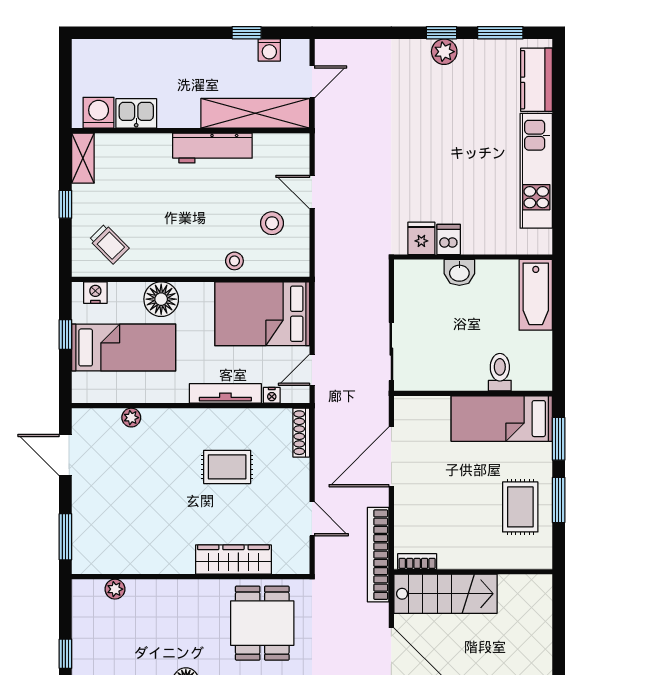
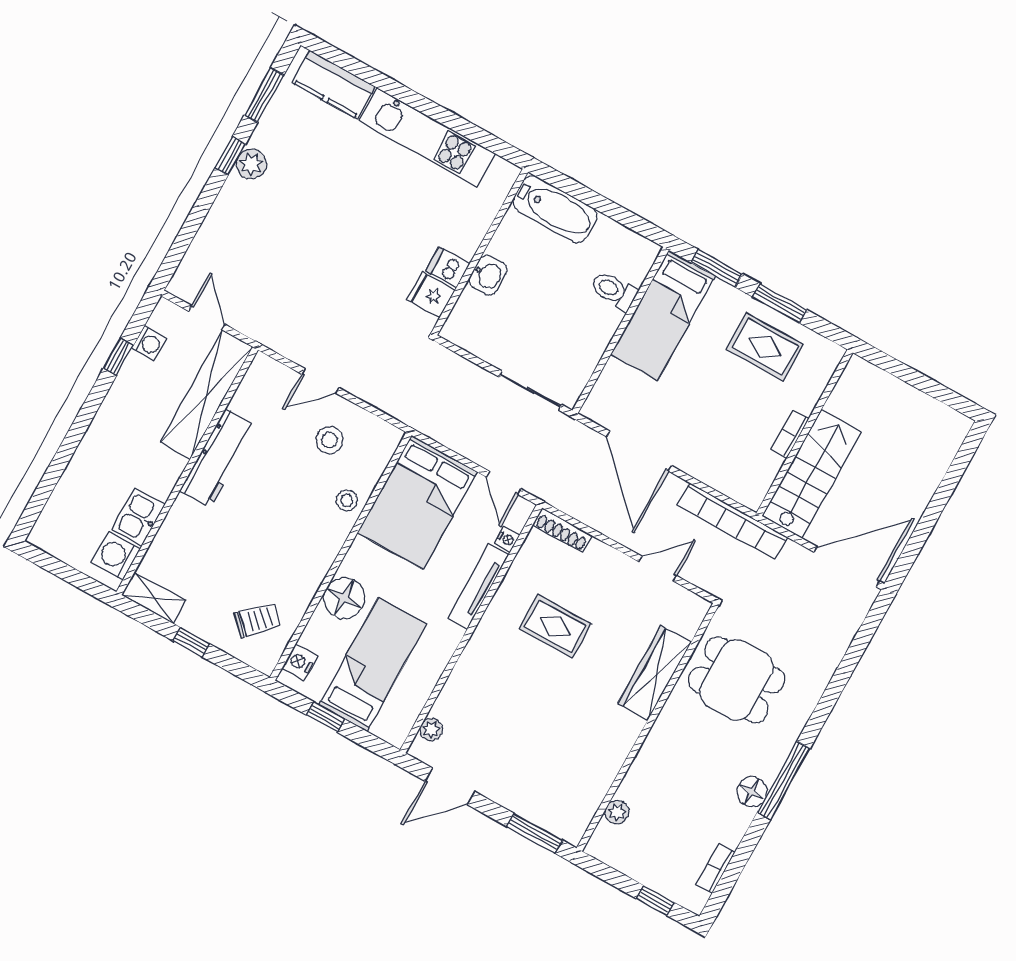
plant: (131, 418) -> (431, 730), moved
rug: (227, 467) -> (555, 626), turned 90
bookcase: (417, 562) -> (790, 434), moved

